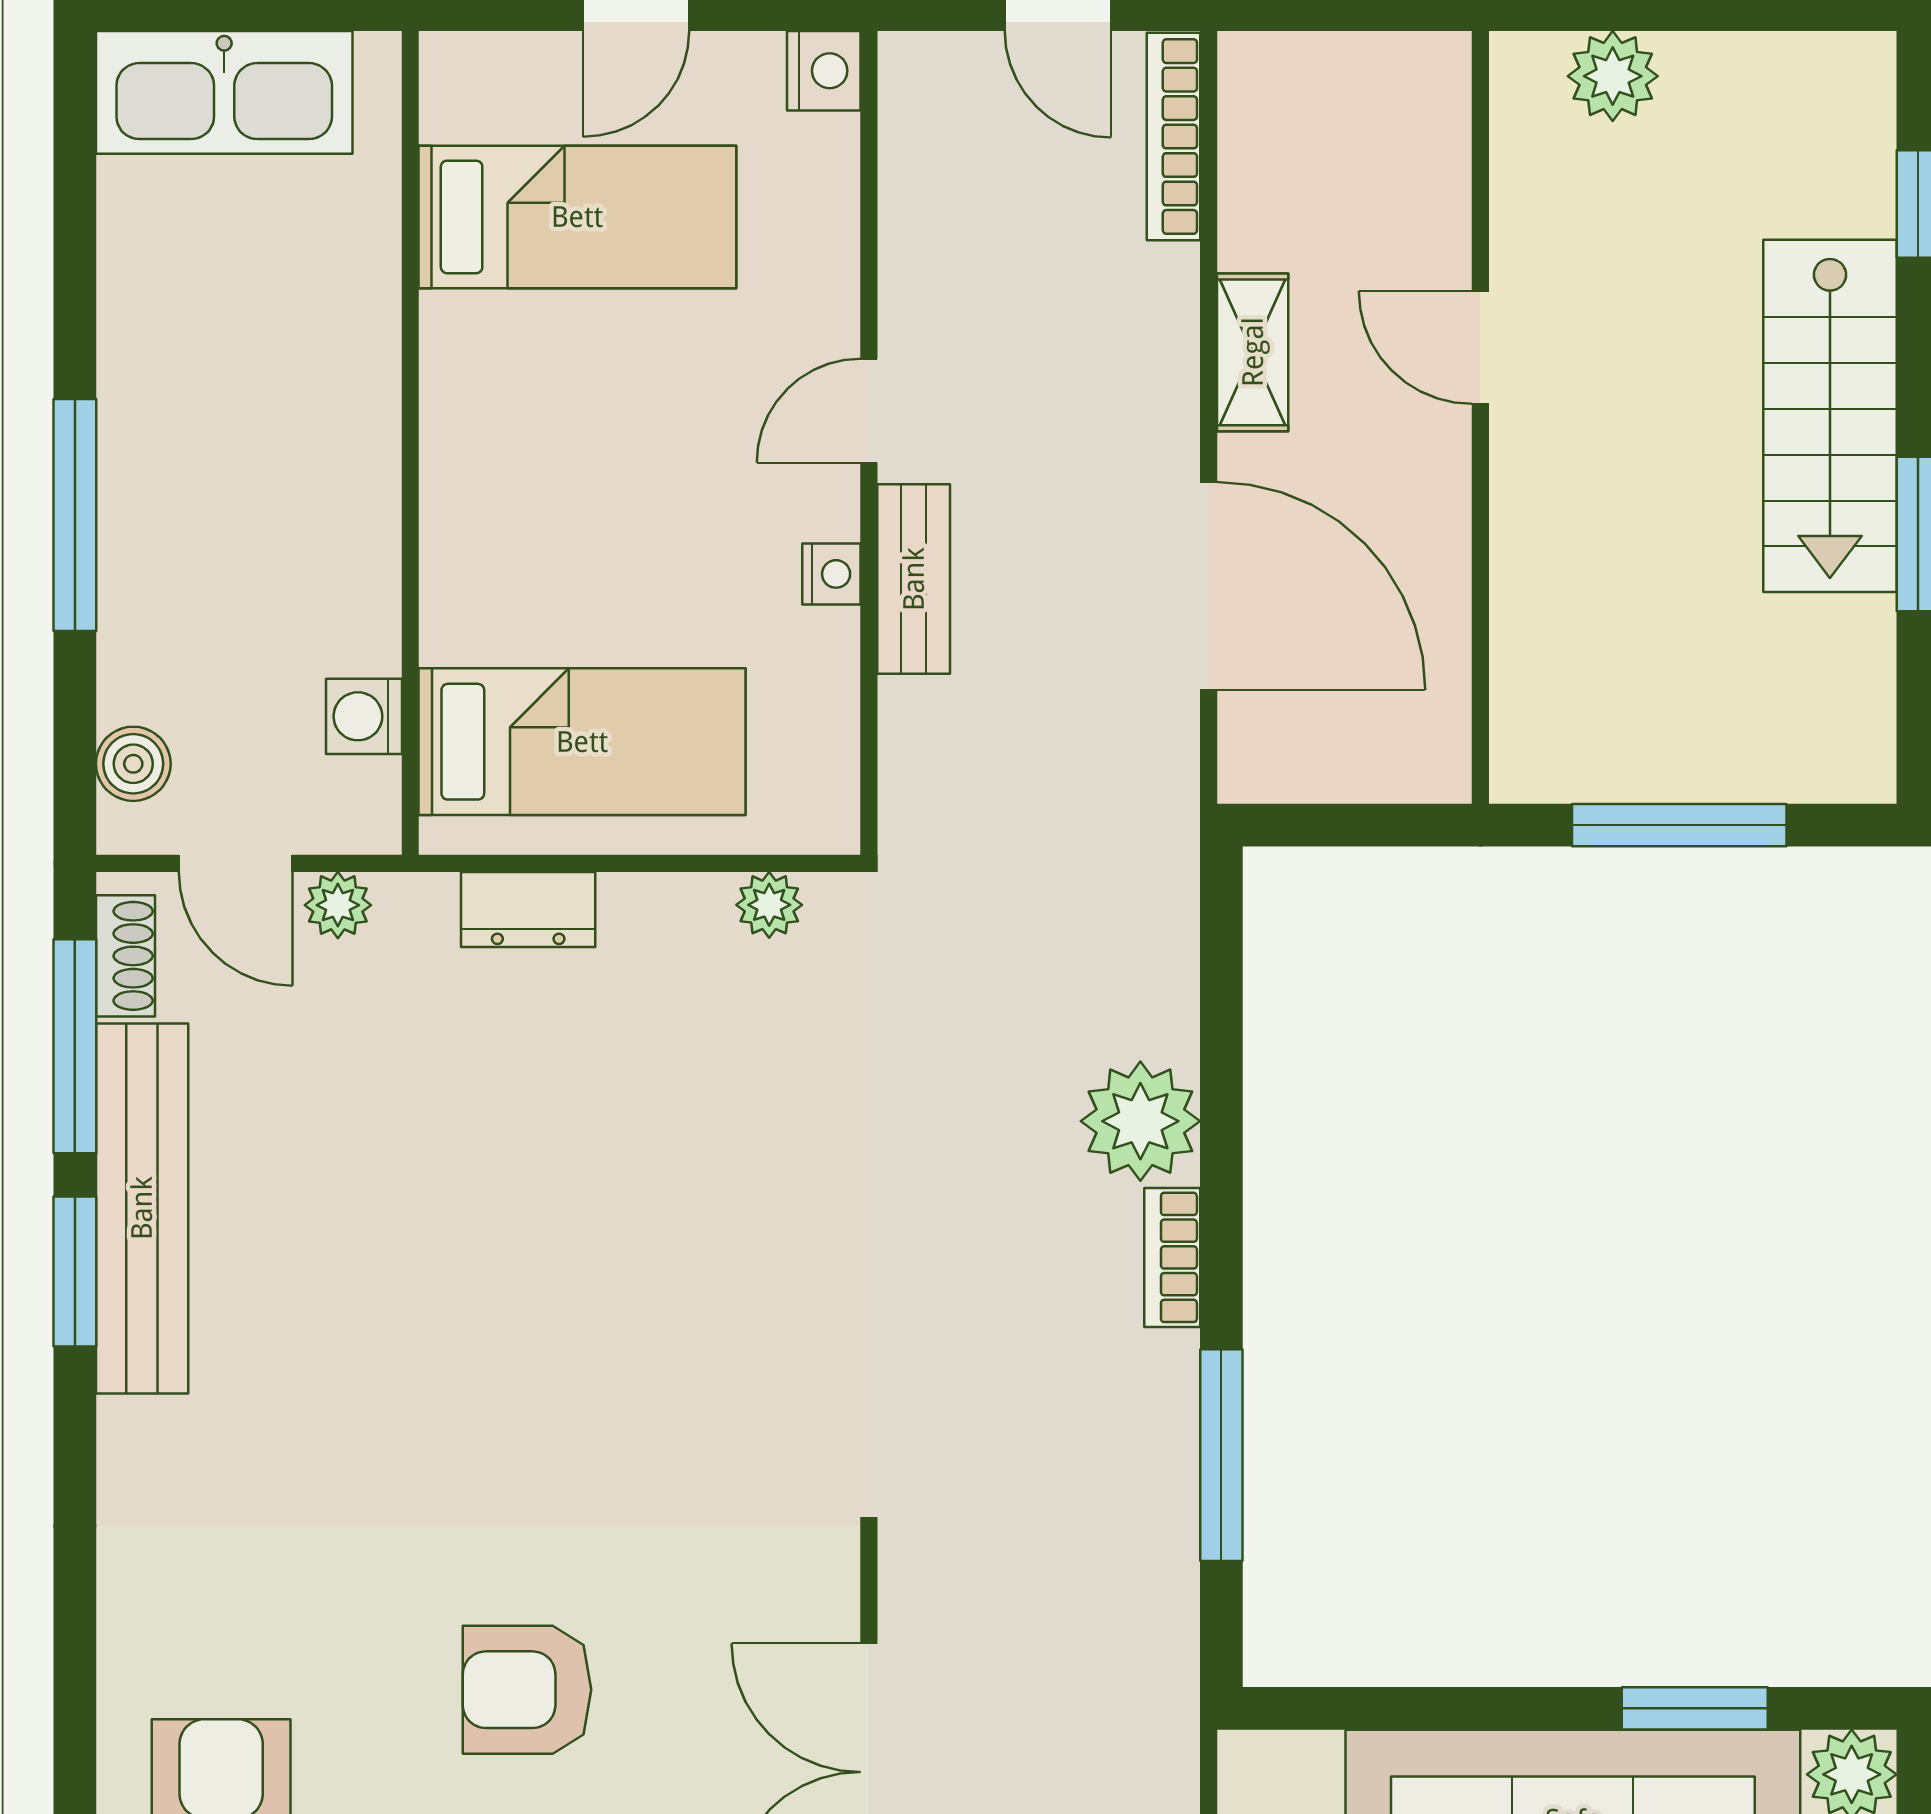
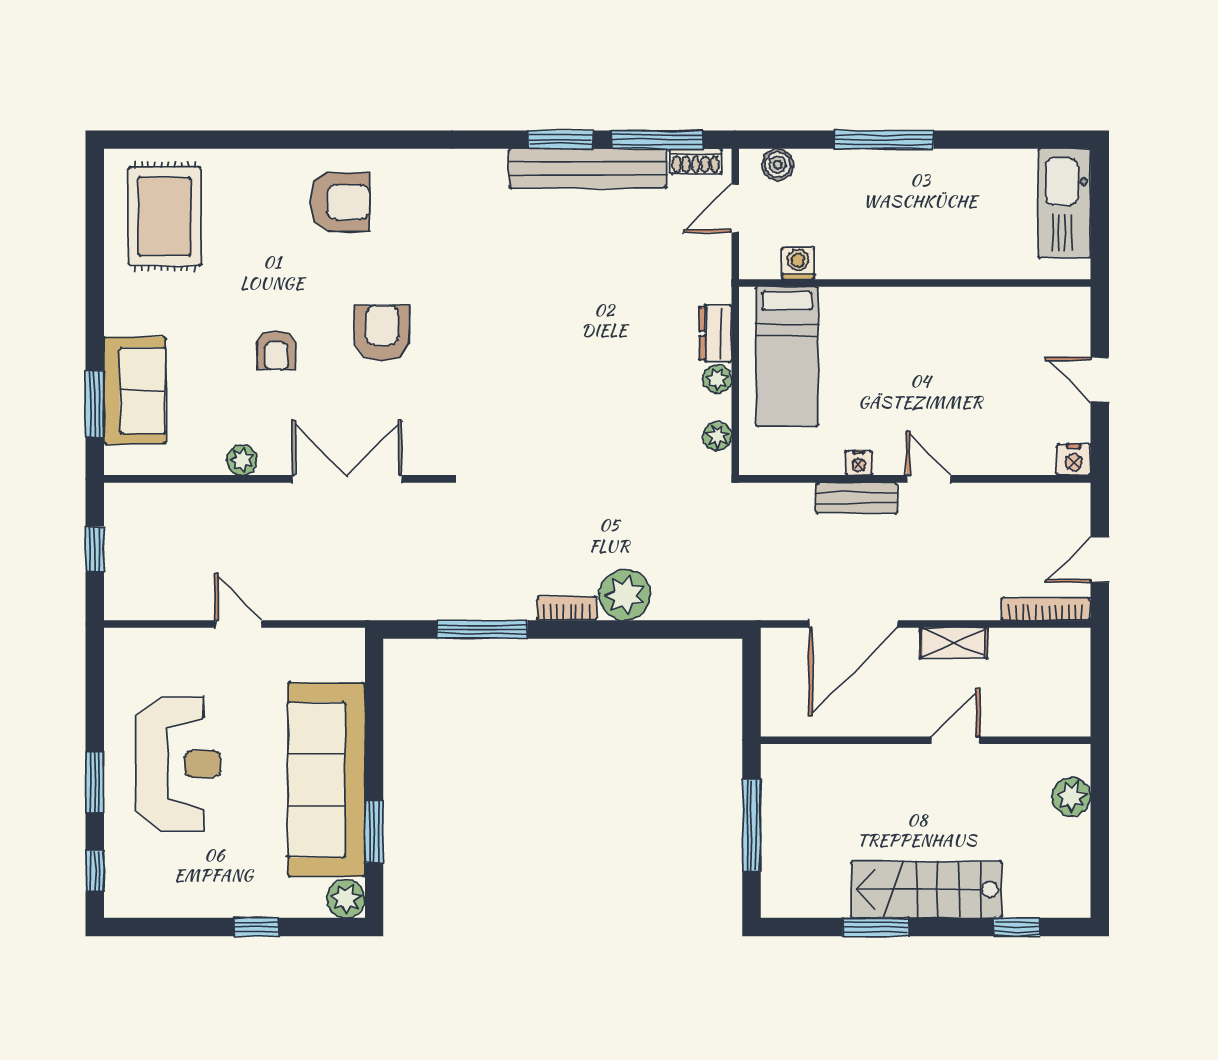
bed: (577, 217) -> (1011, 354), removed
plant: (338, 905) -> (717, 379), moved

